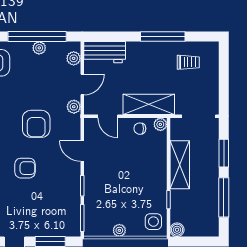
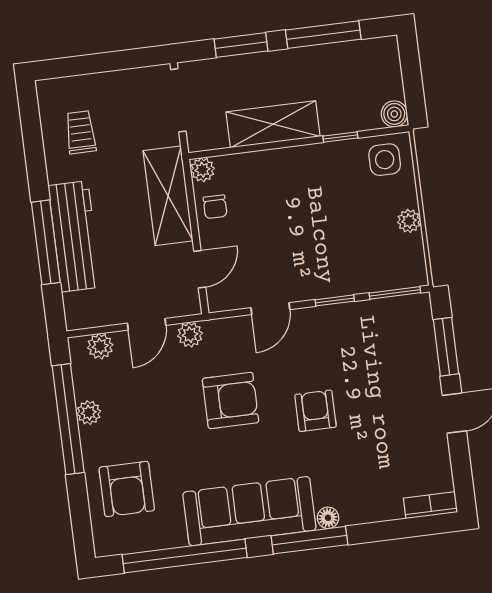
window: (163, 36) -> (46, 242), moved
workbench: (105, 52) -> (75, 236), moved, width x1.38
door: (82, 84) -> (147, 324), swing flipped

